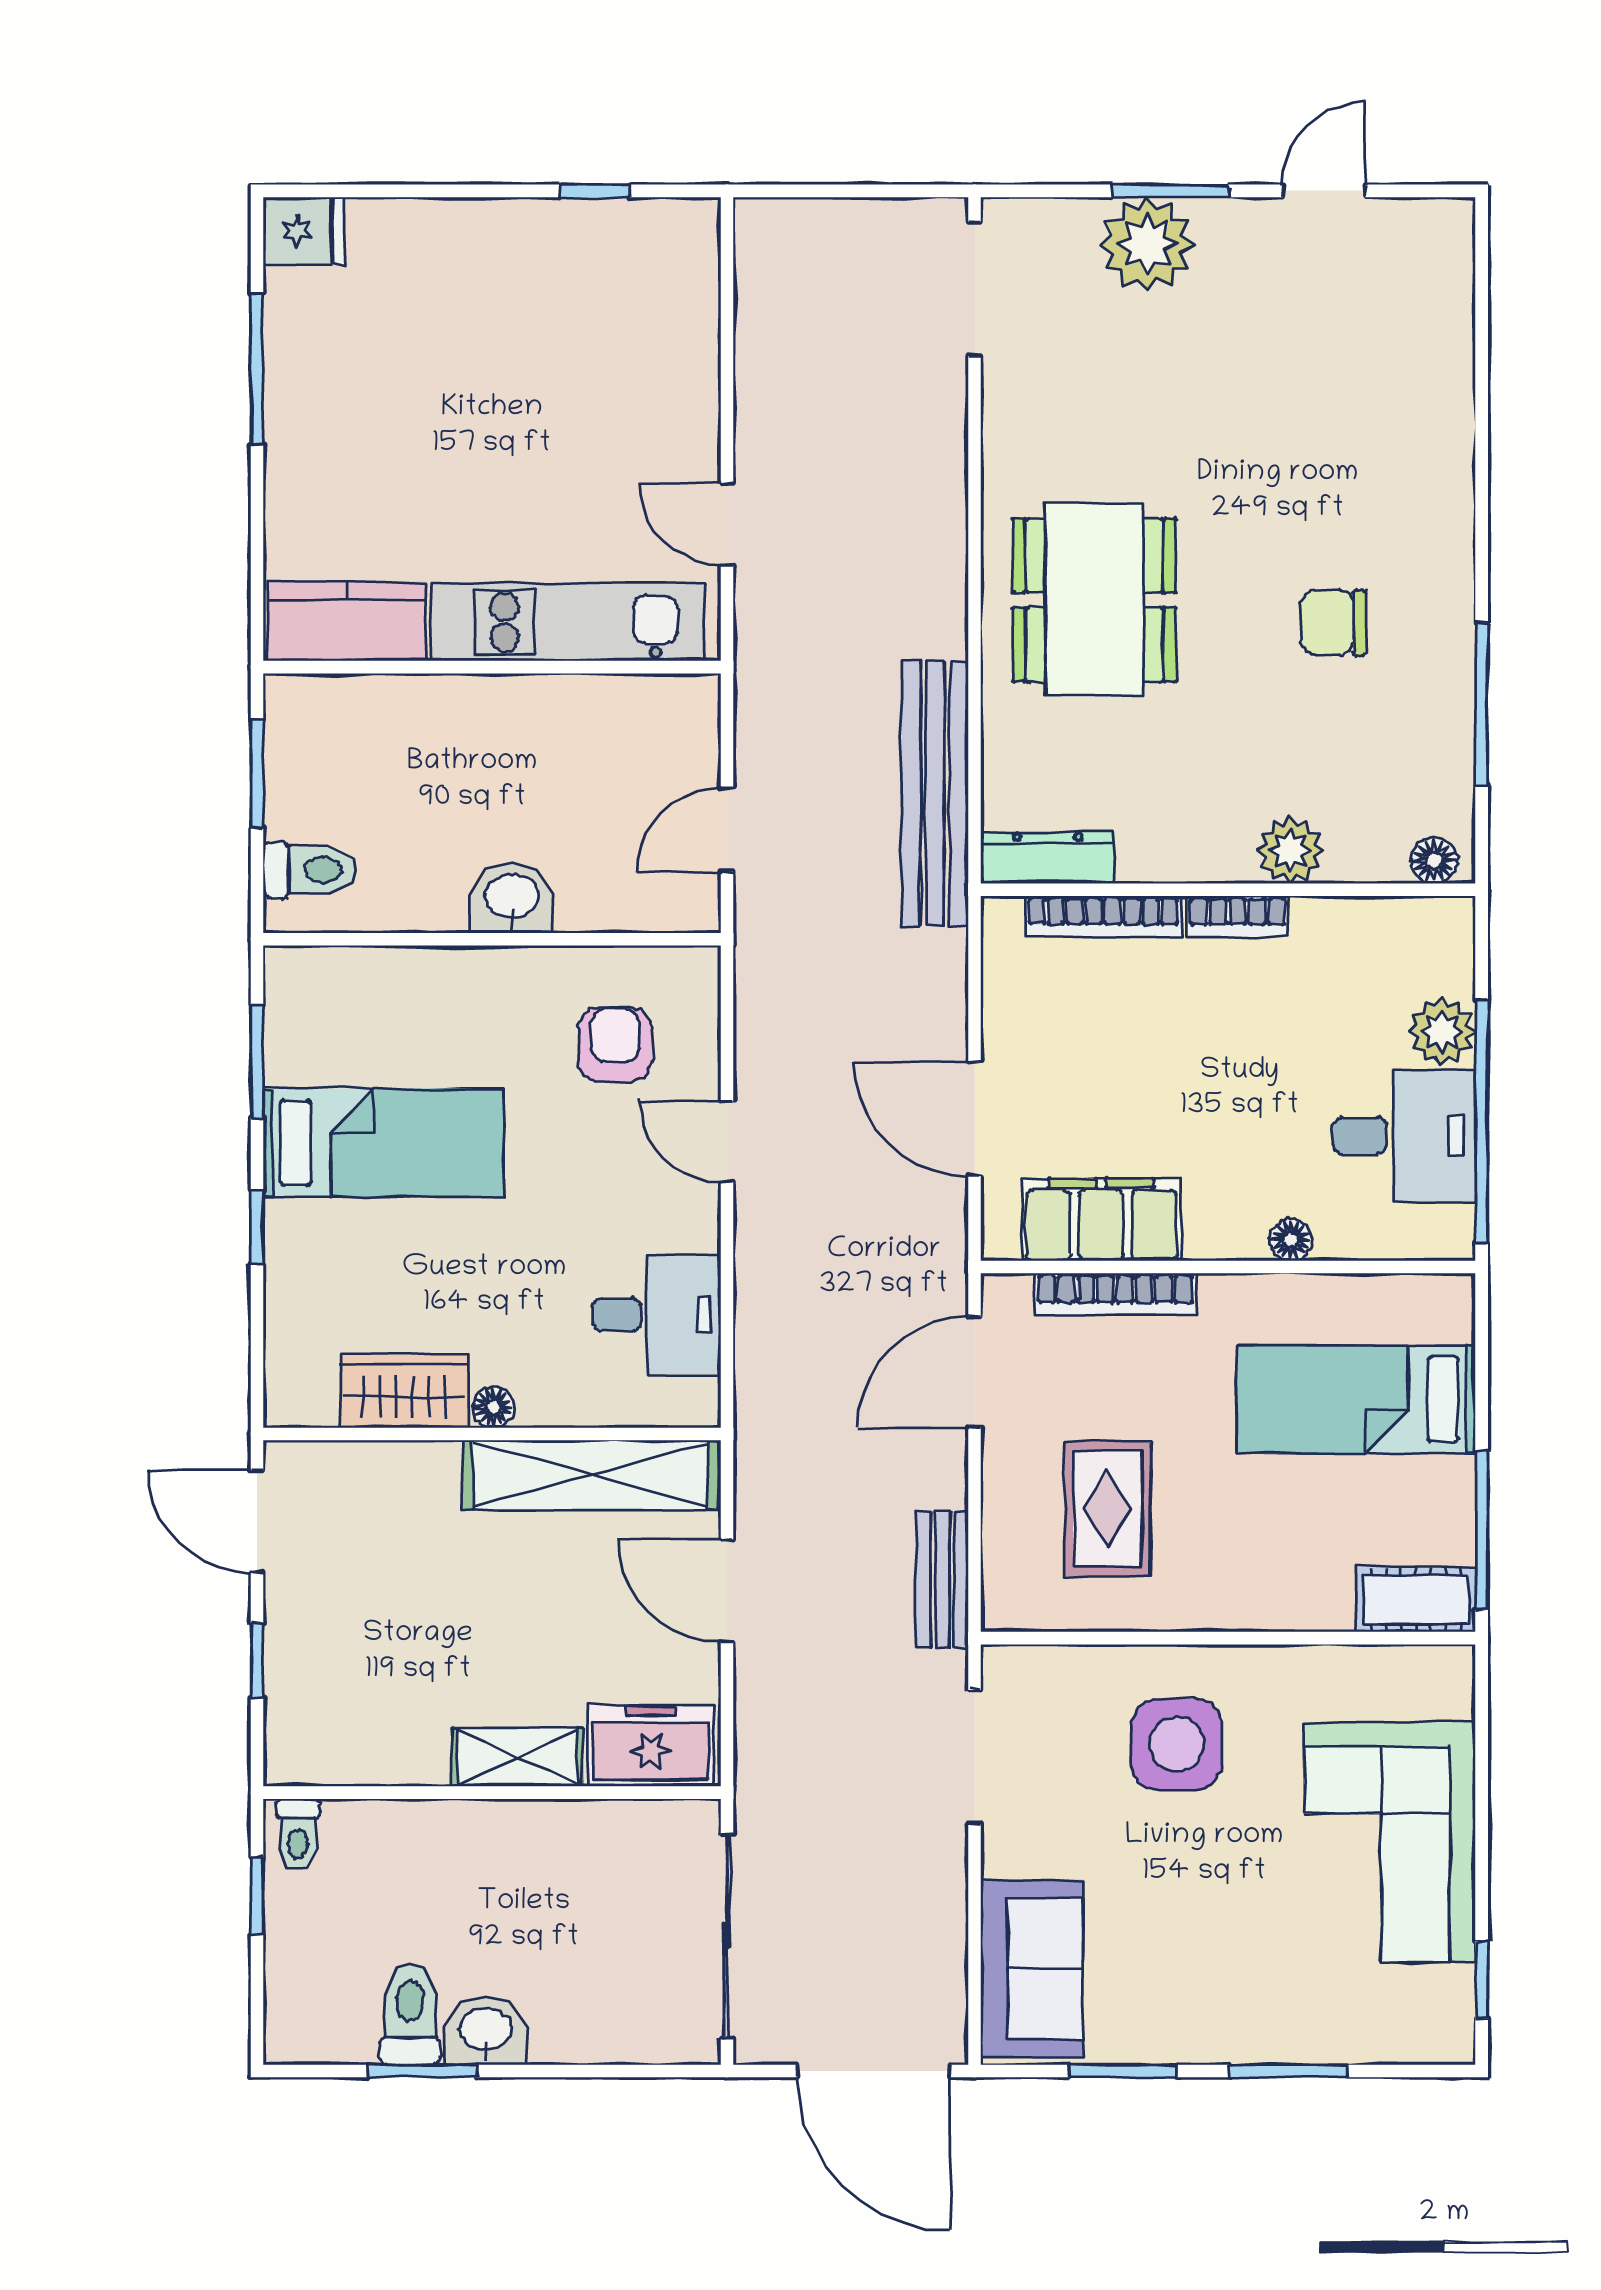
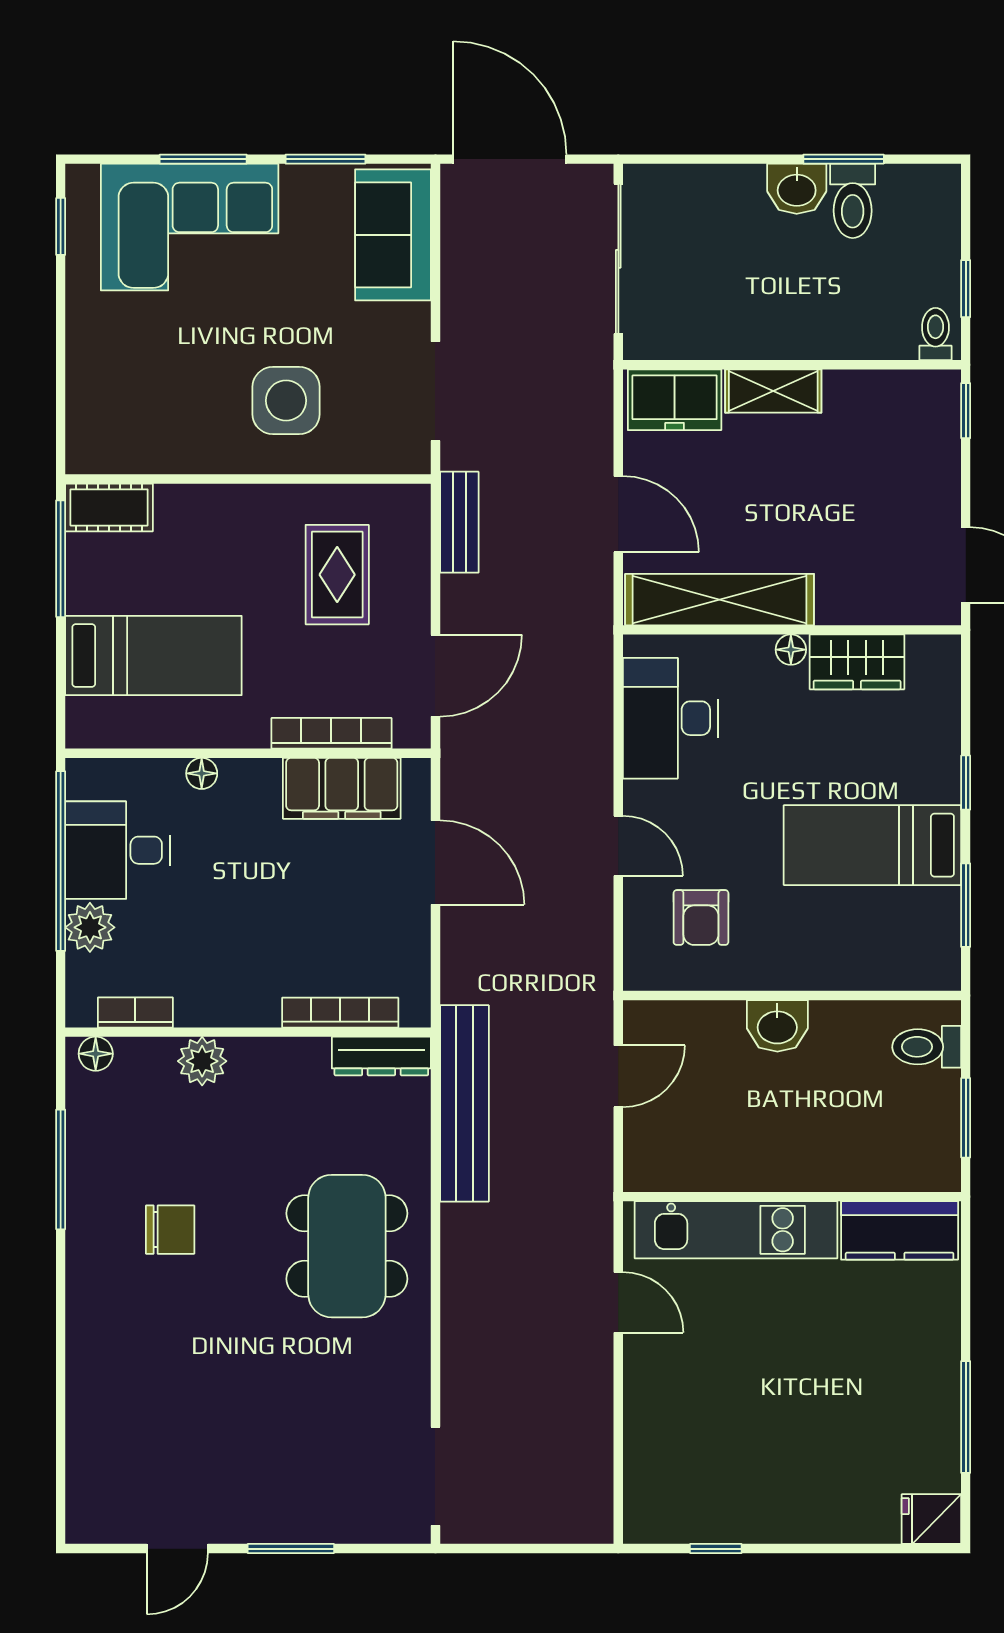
plant: (1147, 244) -> (308, 1509), removed
bookcase: (1238, 916) -> (135, 1013), moved
desk: (657, 1314) -> (670, 718), width x1.37
window: (257, 1660) -> (966, 411), moved
corner sofa: (1390, 1842) -> (190, 227), moved, turned 90

